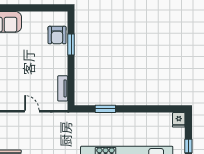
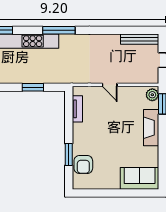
armchair: (57, 35) -> (83, 165), turned 180

